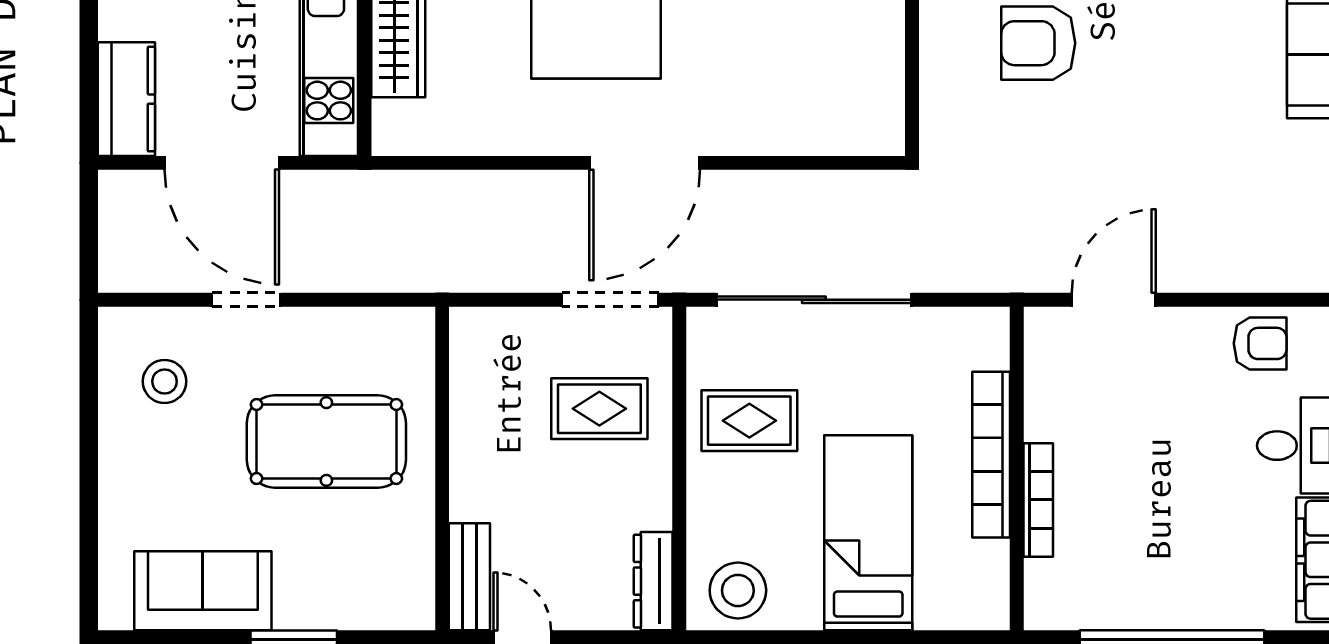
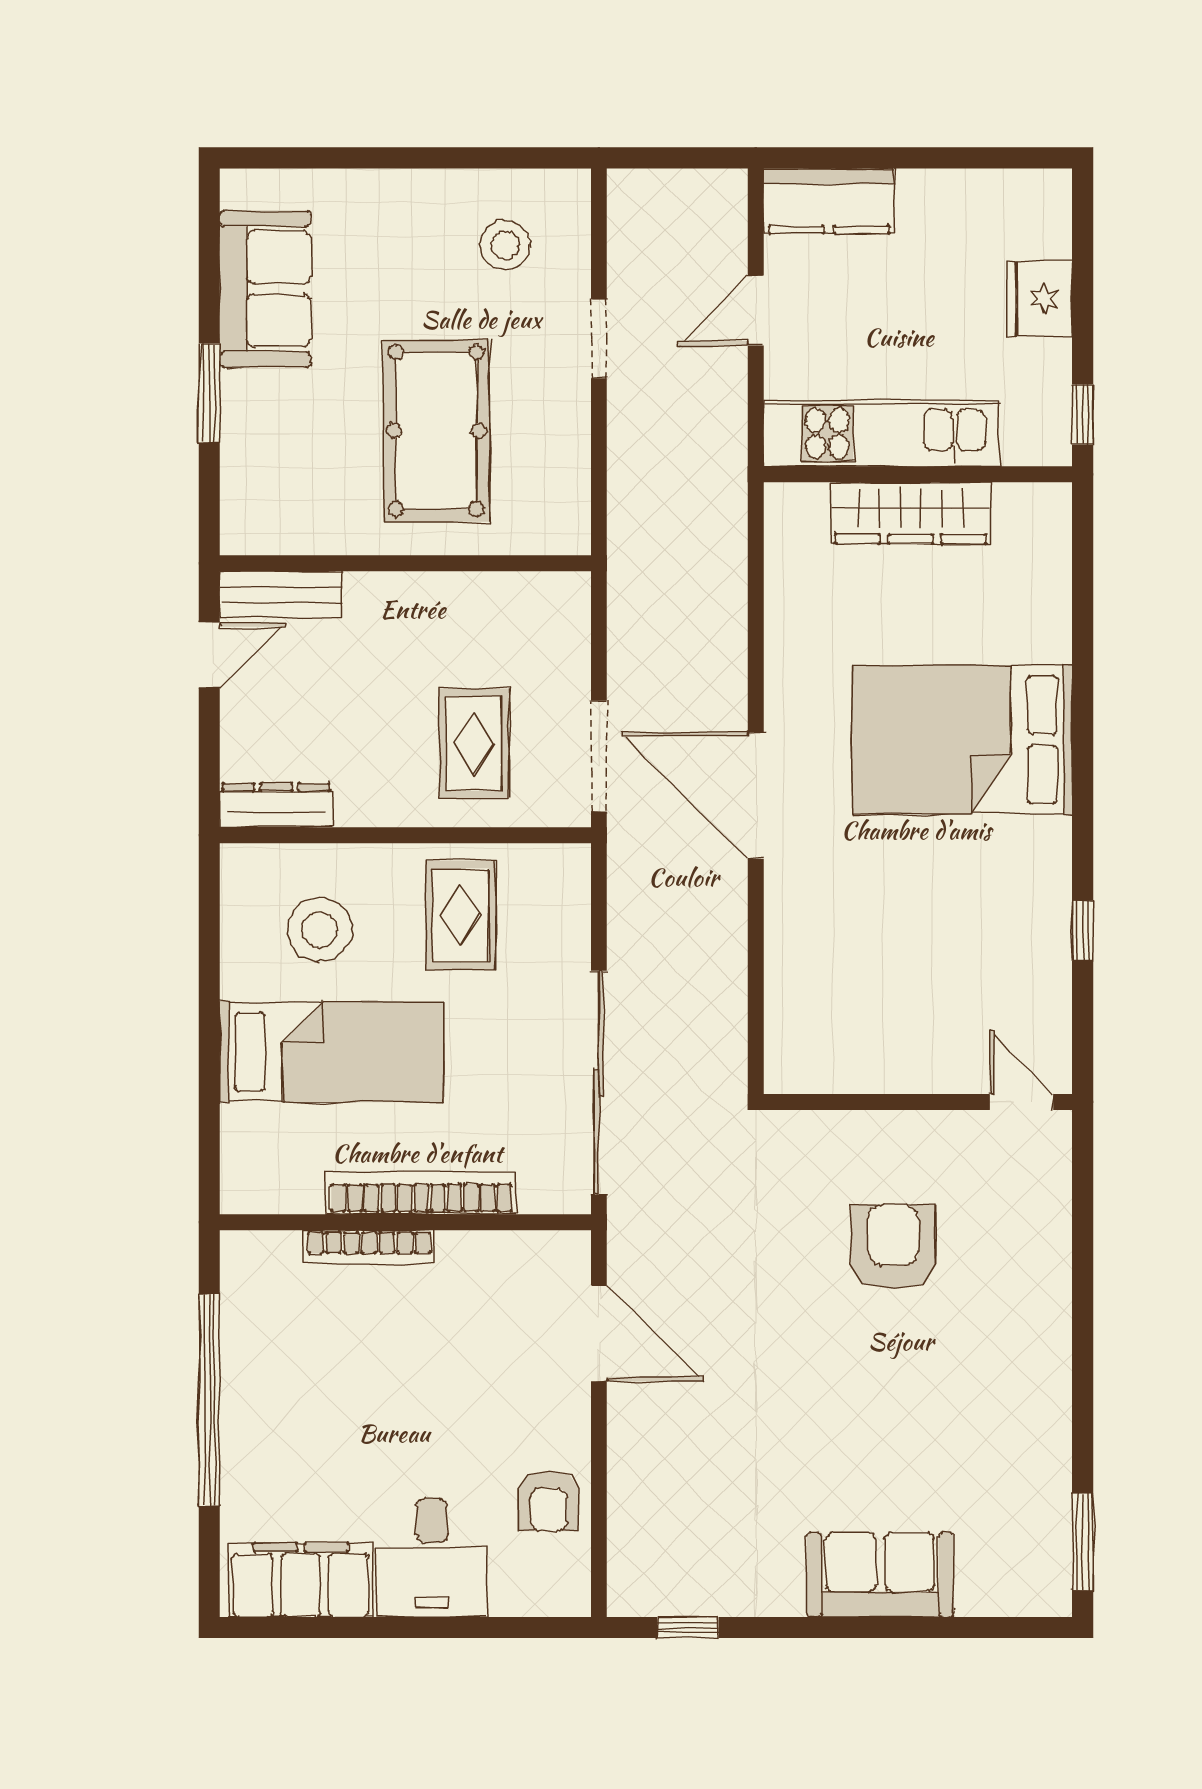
door: (222, 163) -> (756, 311), width x0.53
sliding door: (814, 300) -> (599, 1082), moved
stool: (738, 590) -> (320, 930), moved

